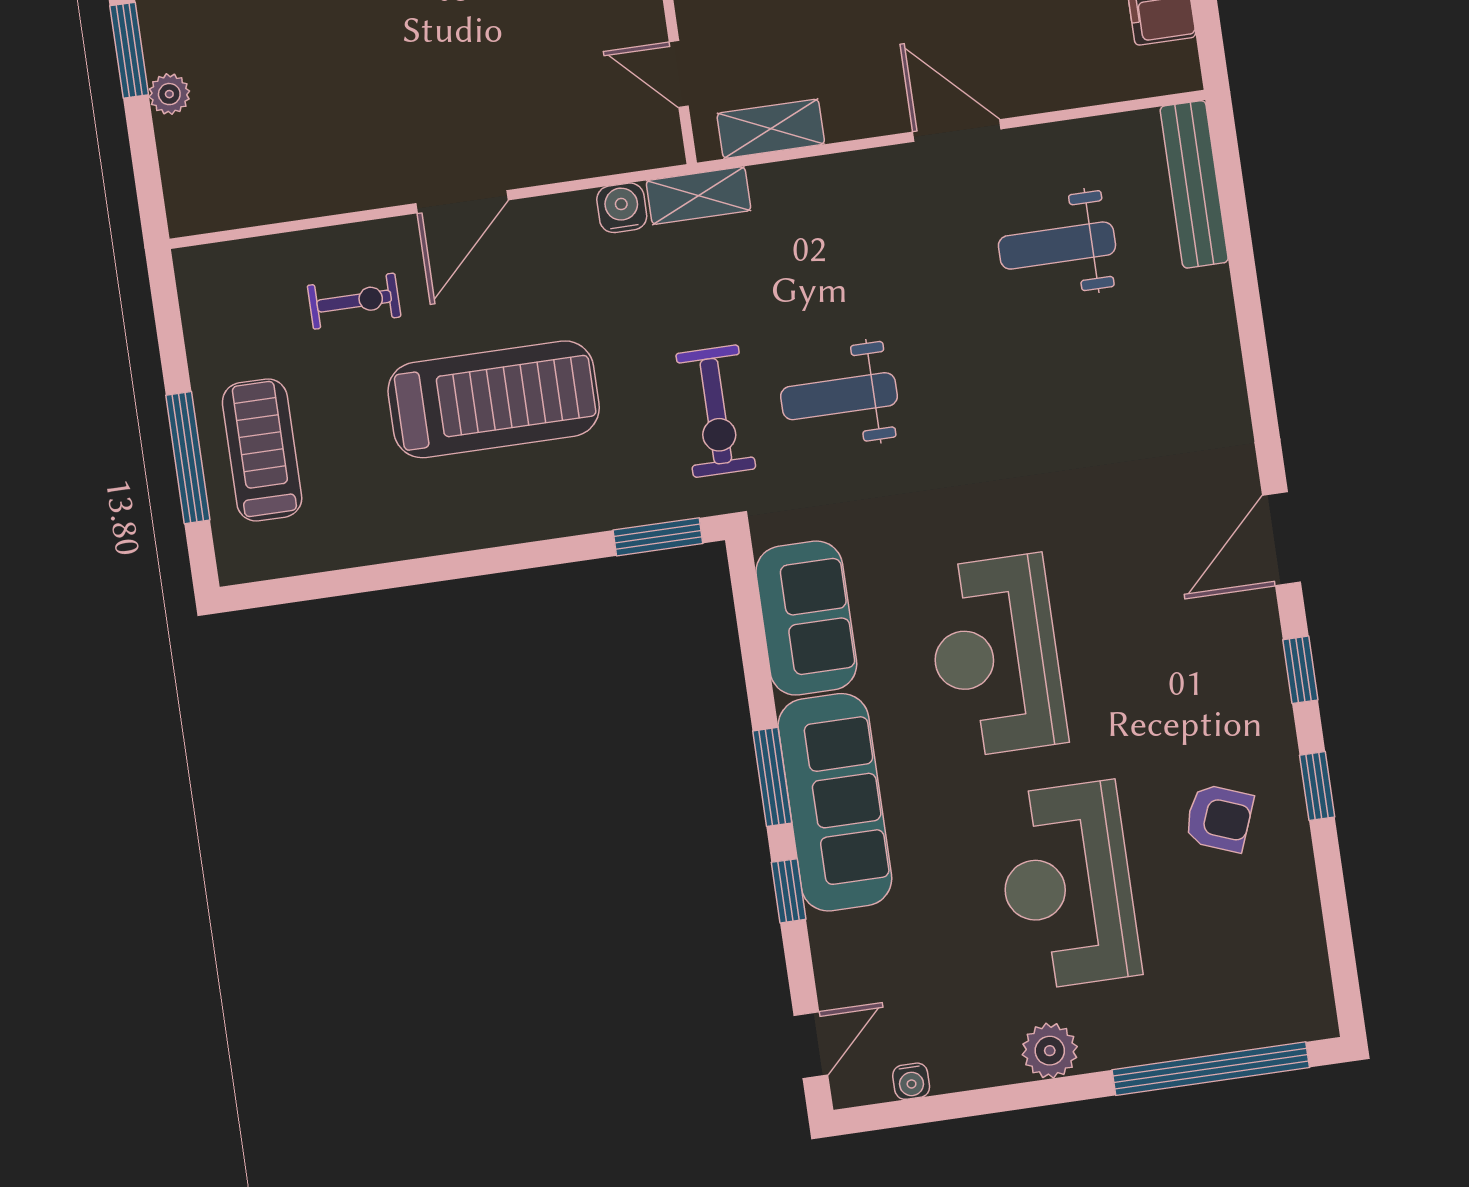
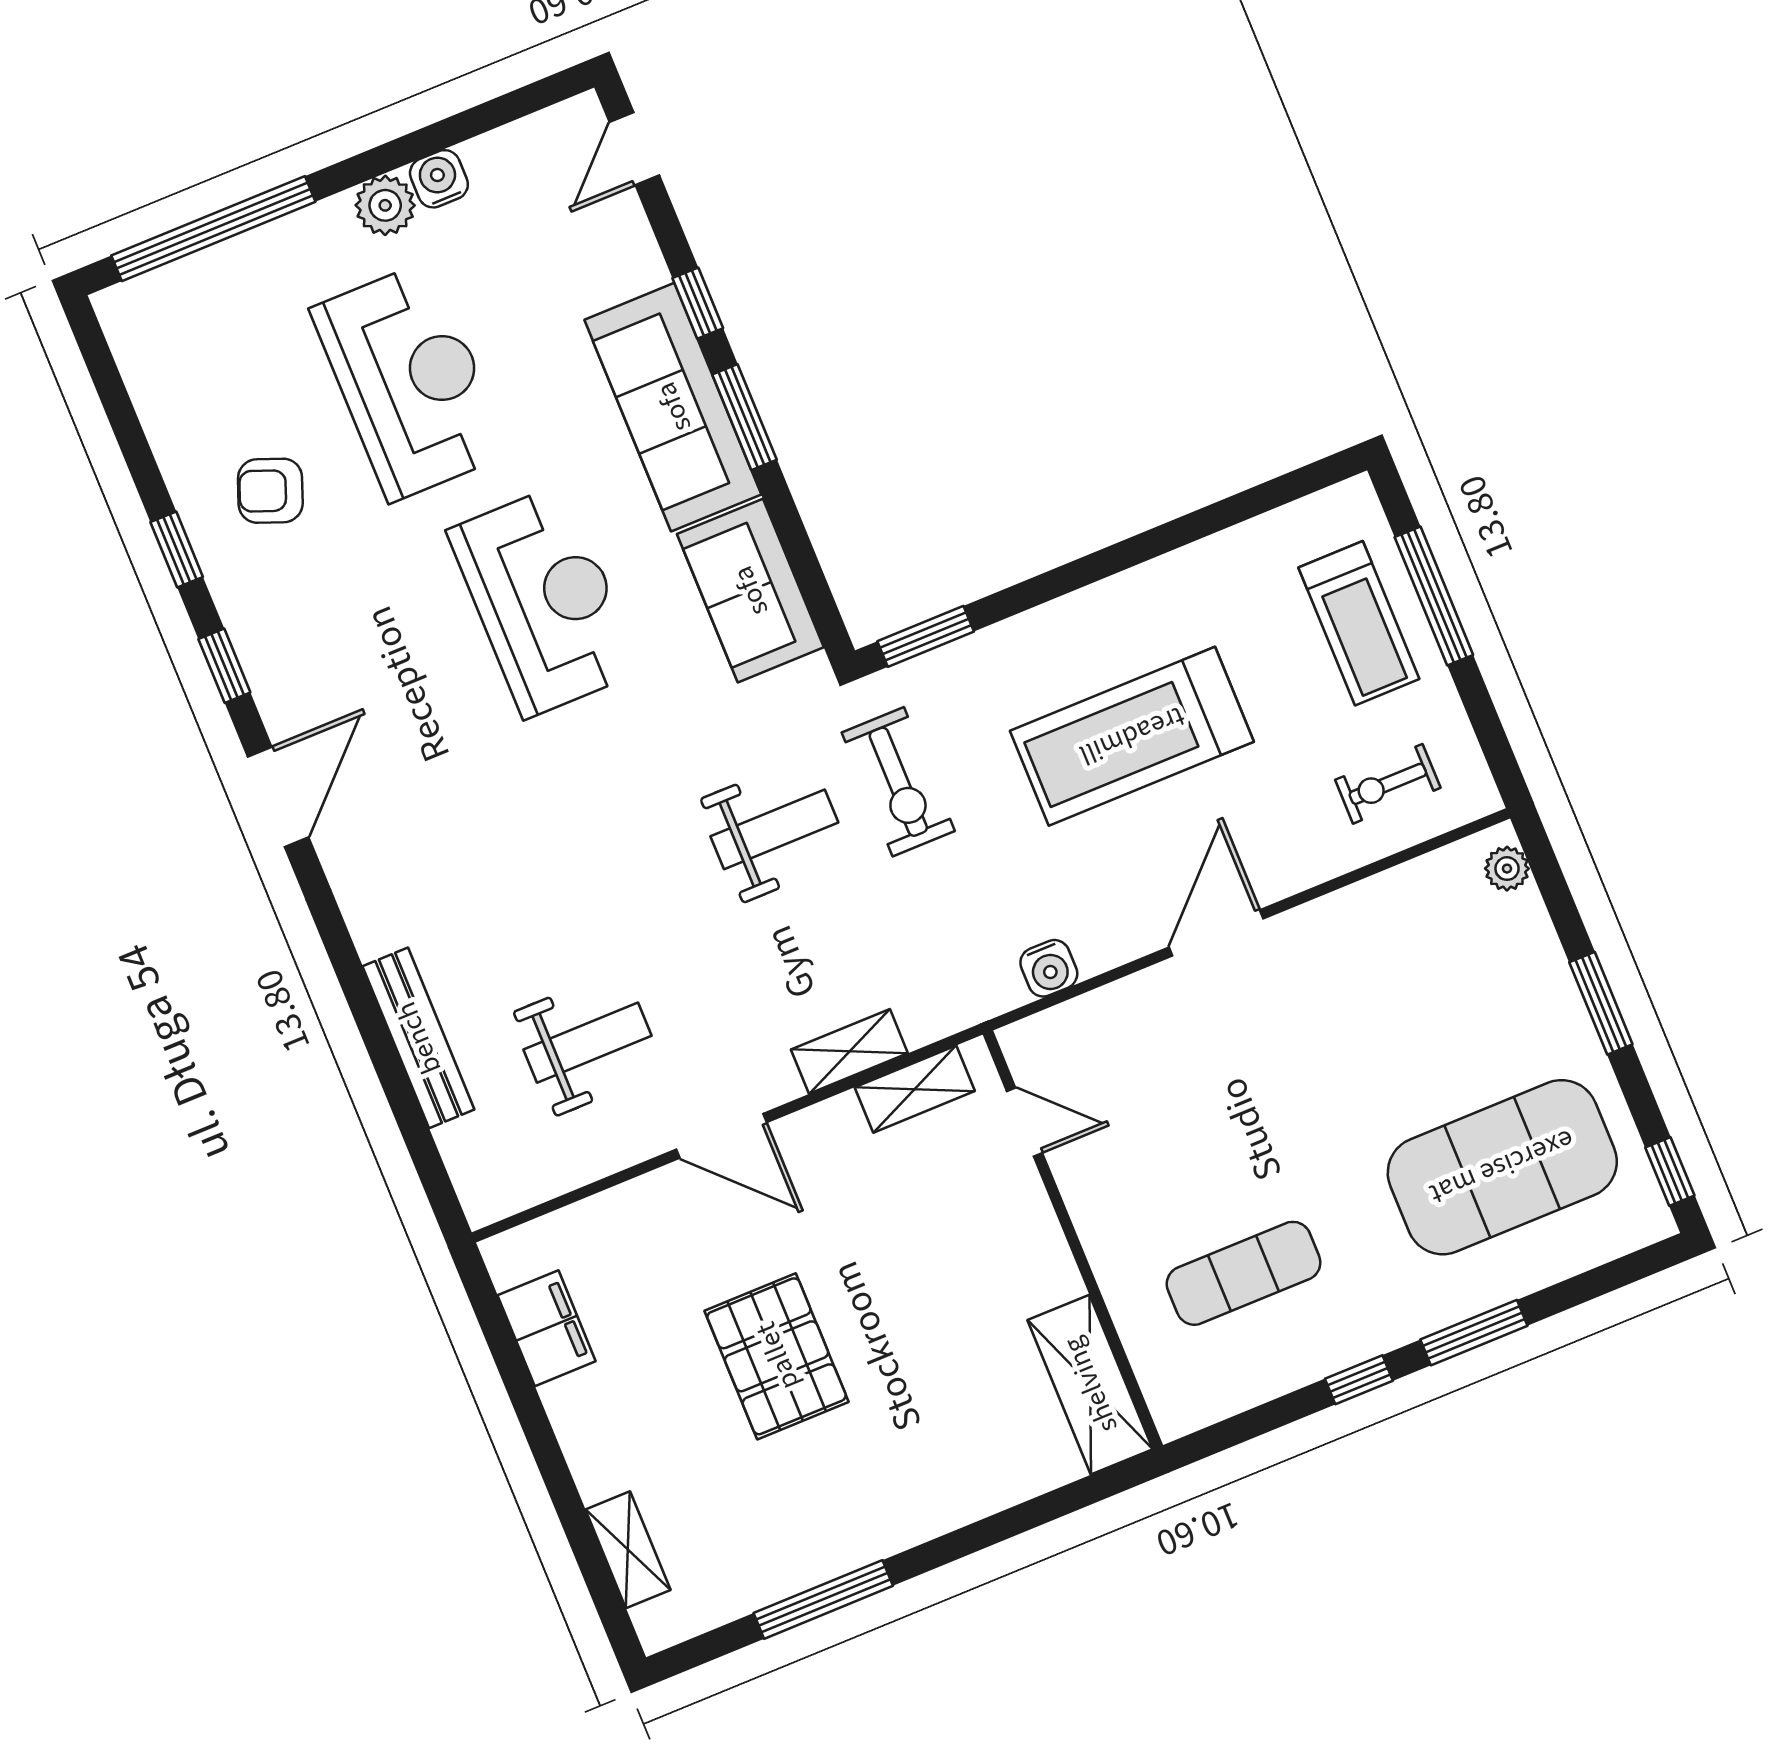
plant: (169, 94) -> (1507, 869), moved
bench: (1194, 184) -> (418, 1038), moved
shelving: (698, 196) -> (849, 1051), moved
exercise bike: (354, 301) -> (1388, 784), moved
exercise bike: (716, 411) -> (898, 782), turned 180
water cooler: (911, 1081) -> (439, 179), moved, width x1.38, depth x1.38

